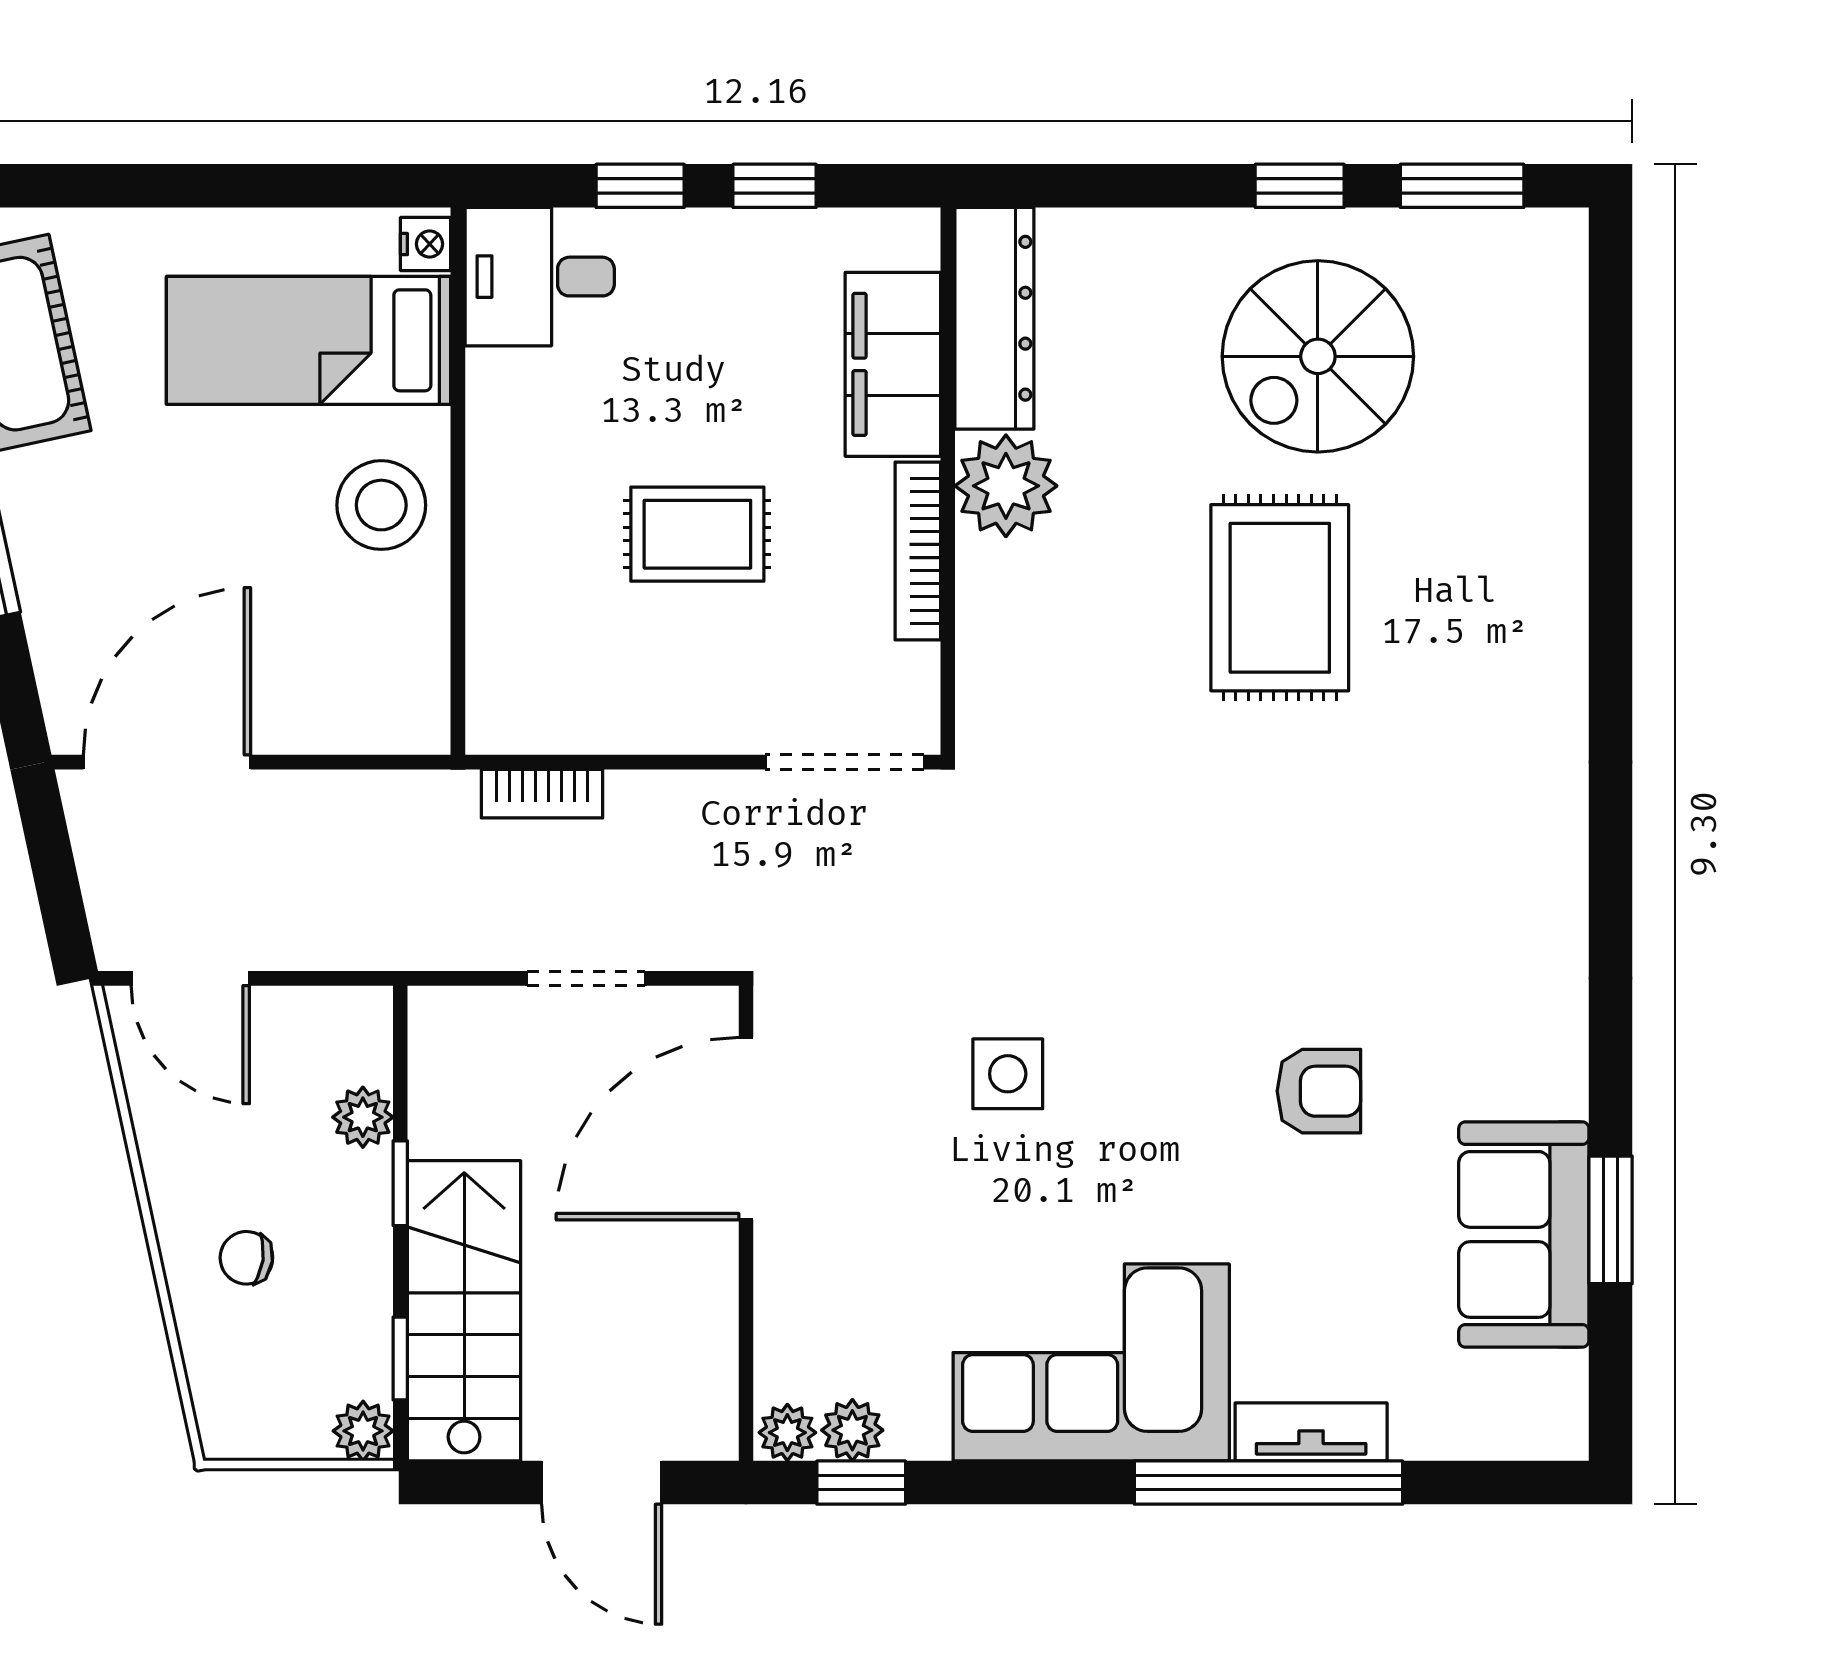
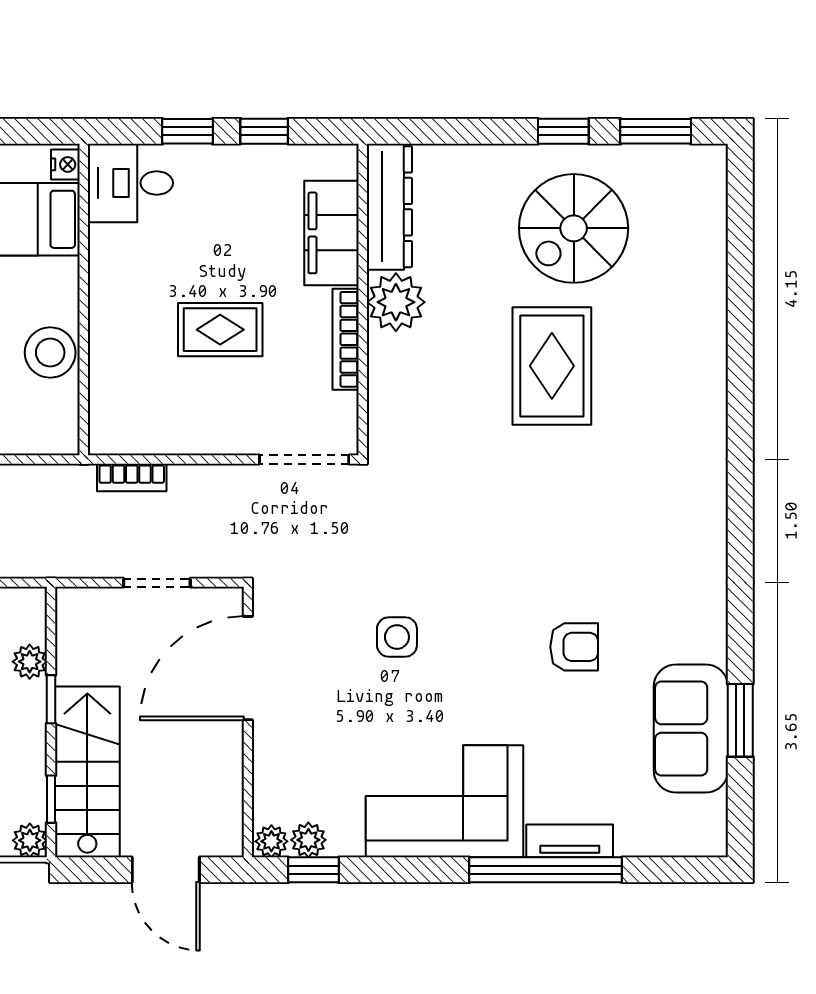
stool: (381, 505) -> (50, 353), moved

